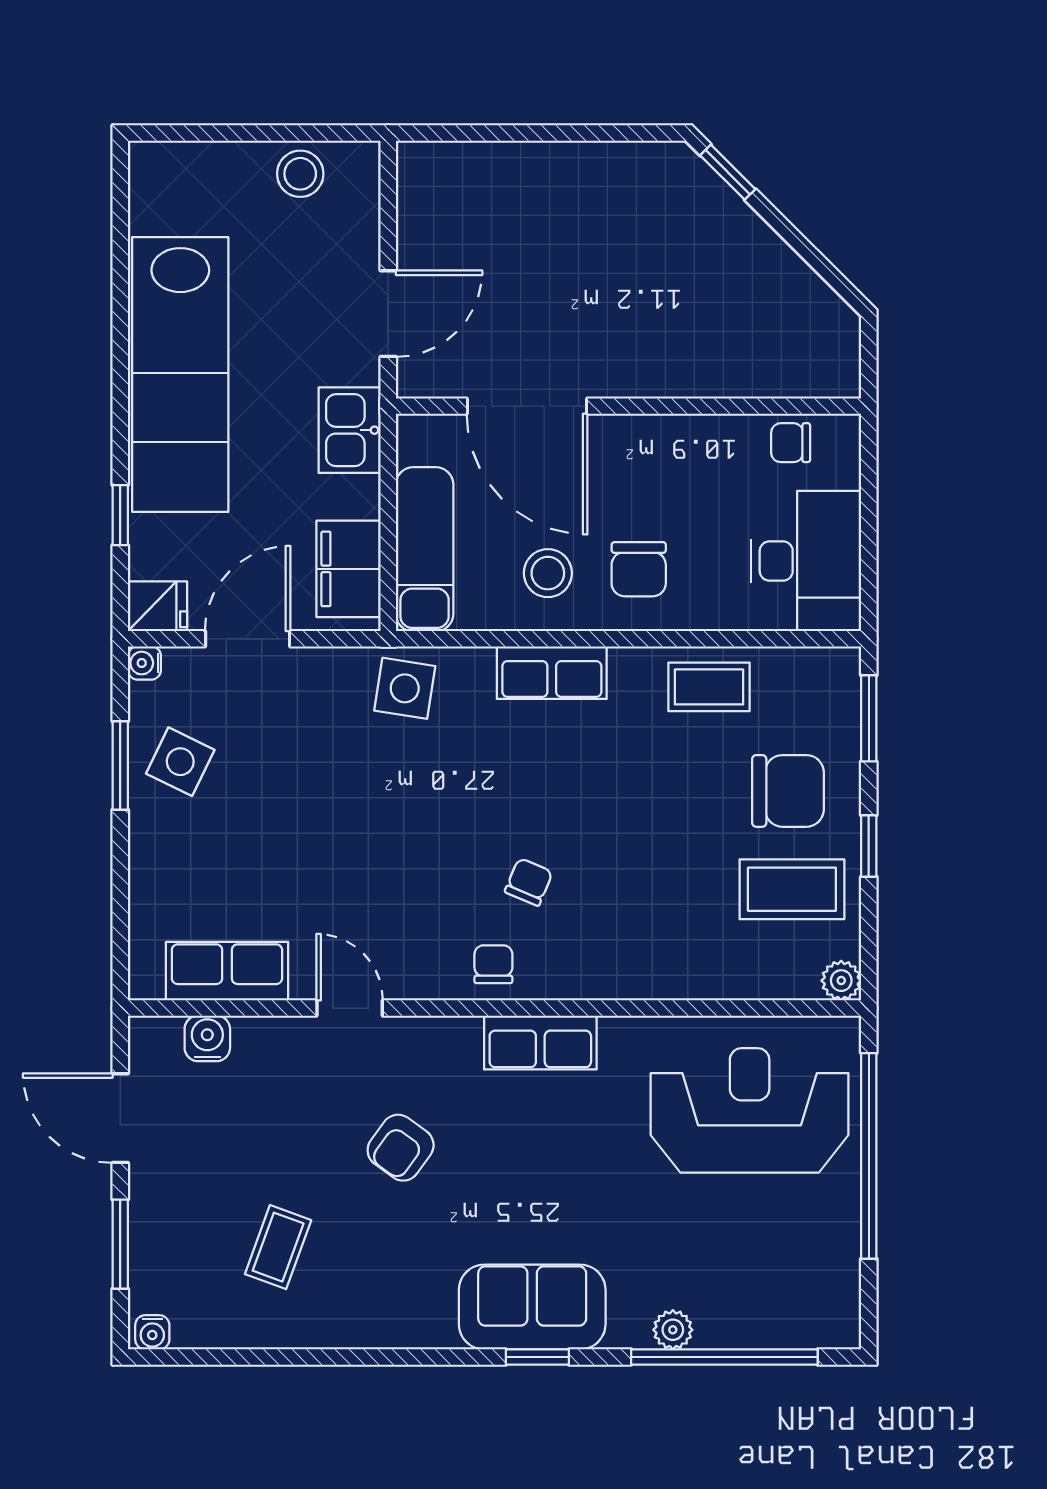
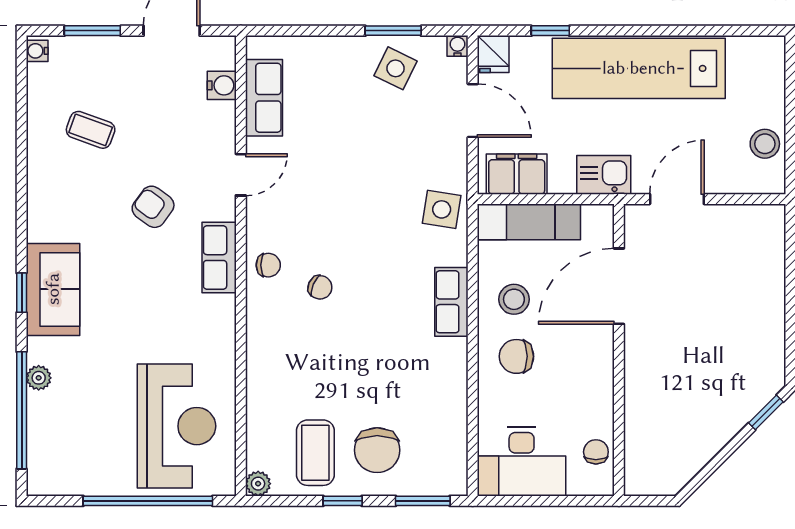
door: (388, 314) -> (677, 199), swing flipped
coffee table: (709, 687) -> (443, 401), removed
row of seats: (540, 1042) -> (219, 258), moved

